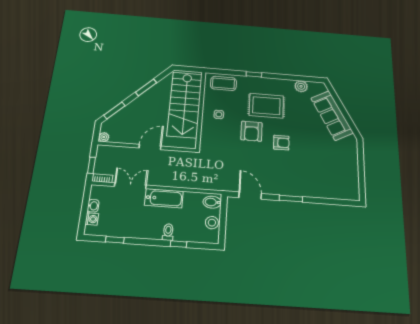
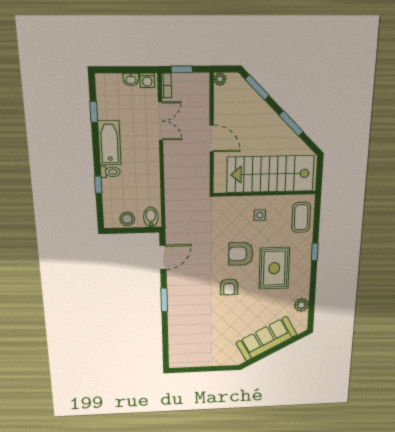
bathtub: (164, 198) -> (109, 143), moved, turned 180
washing machine: (92, 219) -> (147, 80), moved

